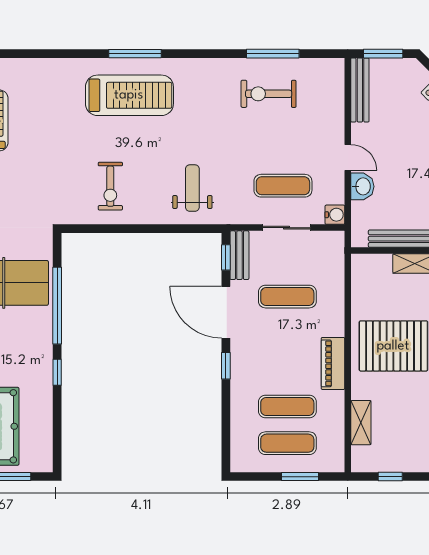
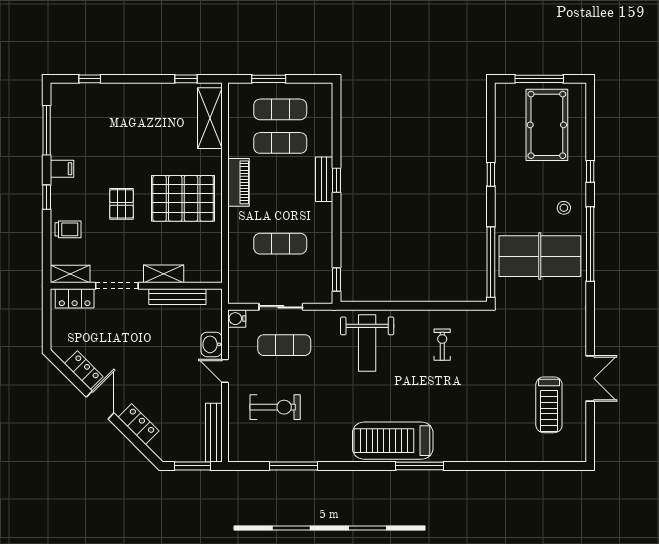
exercise bike: (269, 94) -> (275, 407), moved
treadmill: (129, 95) -> (393, 441), moved
exercise bike: (110, 186) -> (442, 345), width x0.73, depth x0.72
weight bench: (192, 188) -> (367, 343), width x1.36, depth x1.33
bench: (239, 255) -> (324, 179), moved
window: (57, 306) -> (491, 262), moved
door: (226, 312) -> (336, 229), removed
shelving: (361, 423) -> (210, 118), width x1.50, depth x1.33

